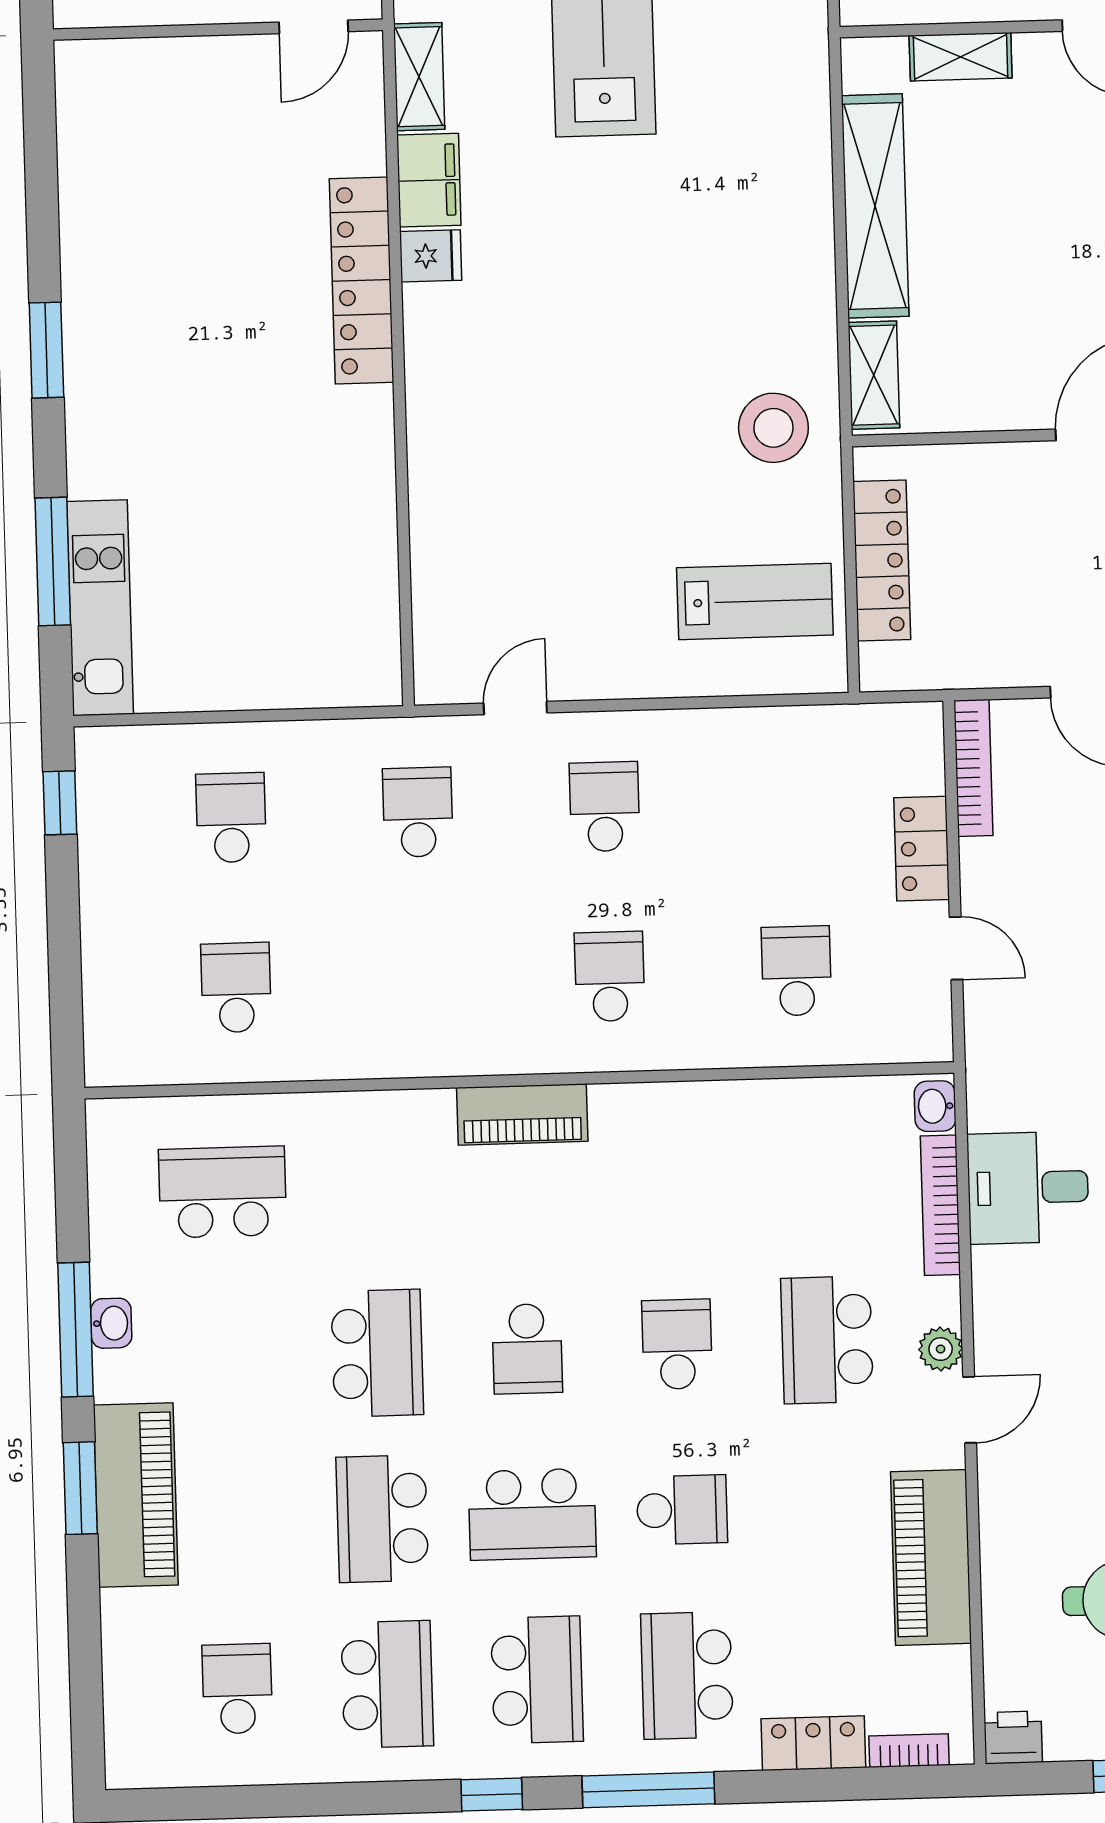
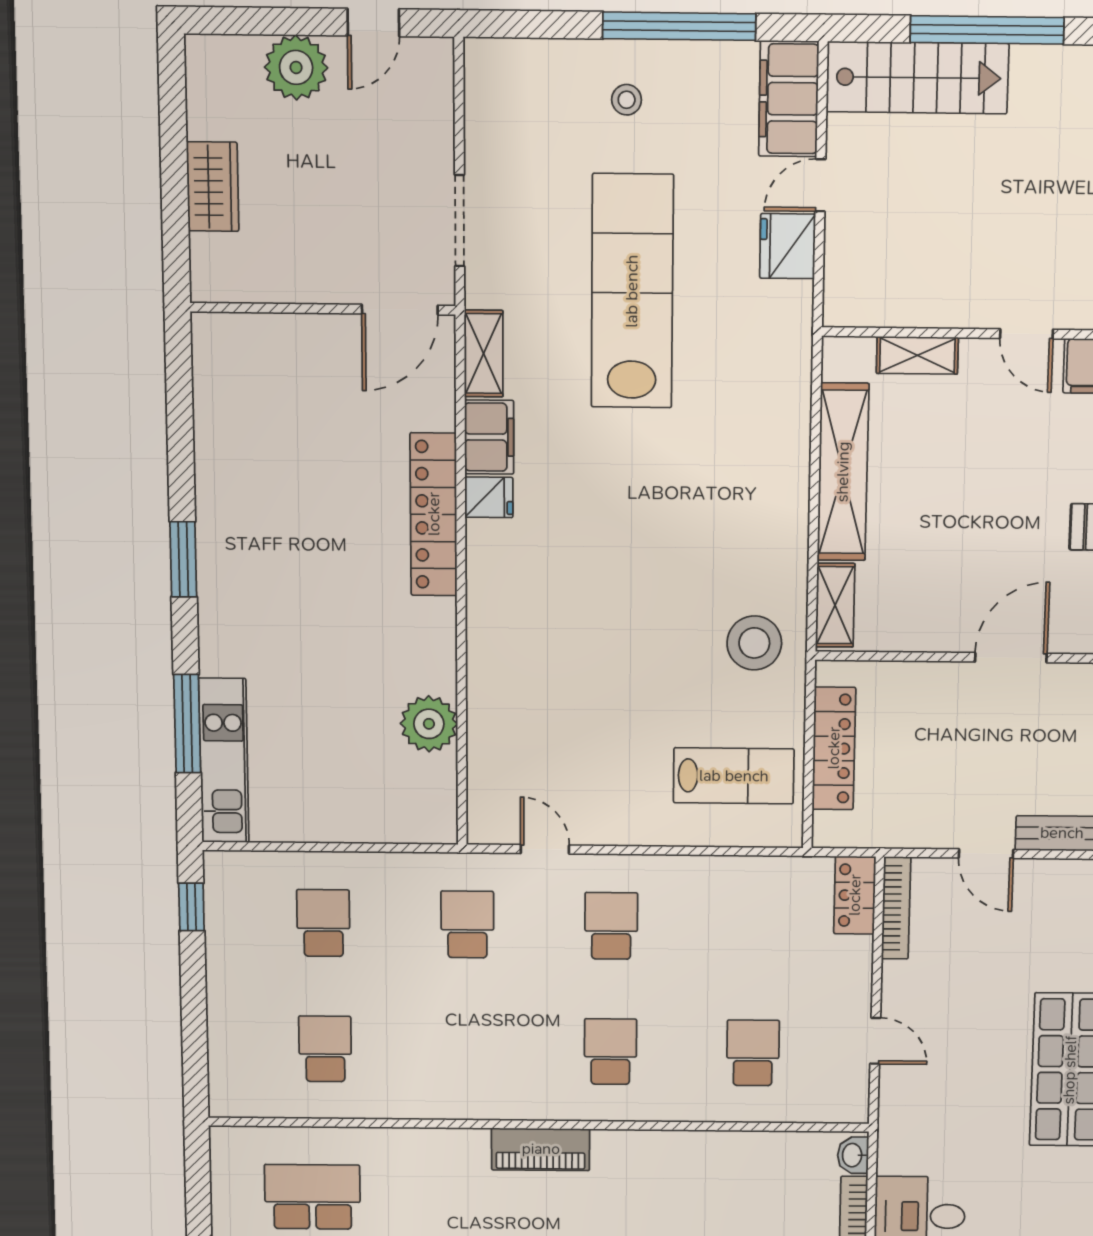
door: (314, 27) -> (400, 310), width x1.38
plant: (362, 549) -> (429, 724), added
door: (515, 708) -> (545, 849), hinge flipped
locker: (922, 849) -> (855, 895), moved

